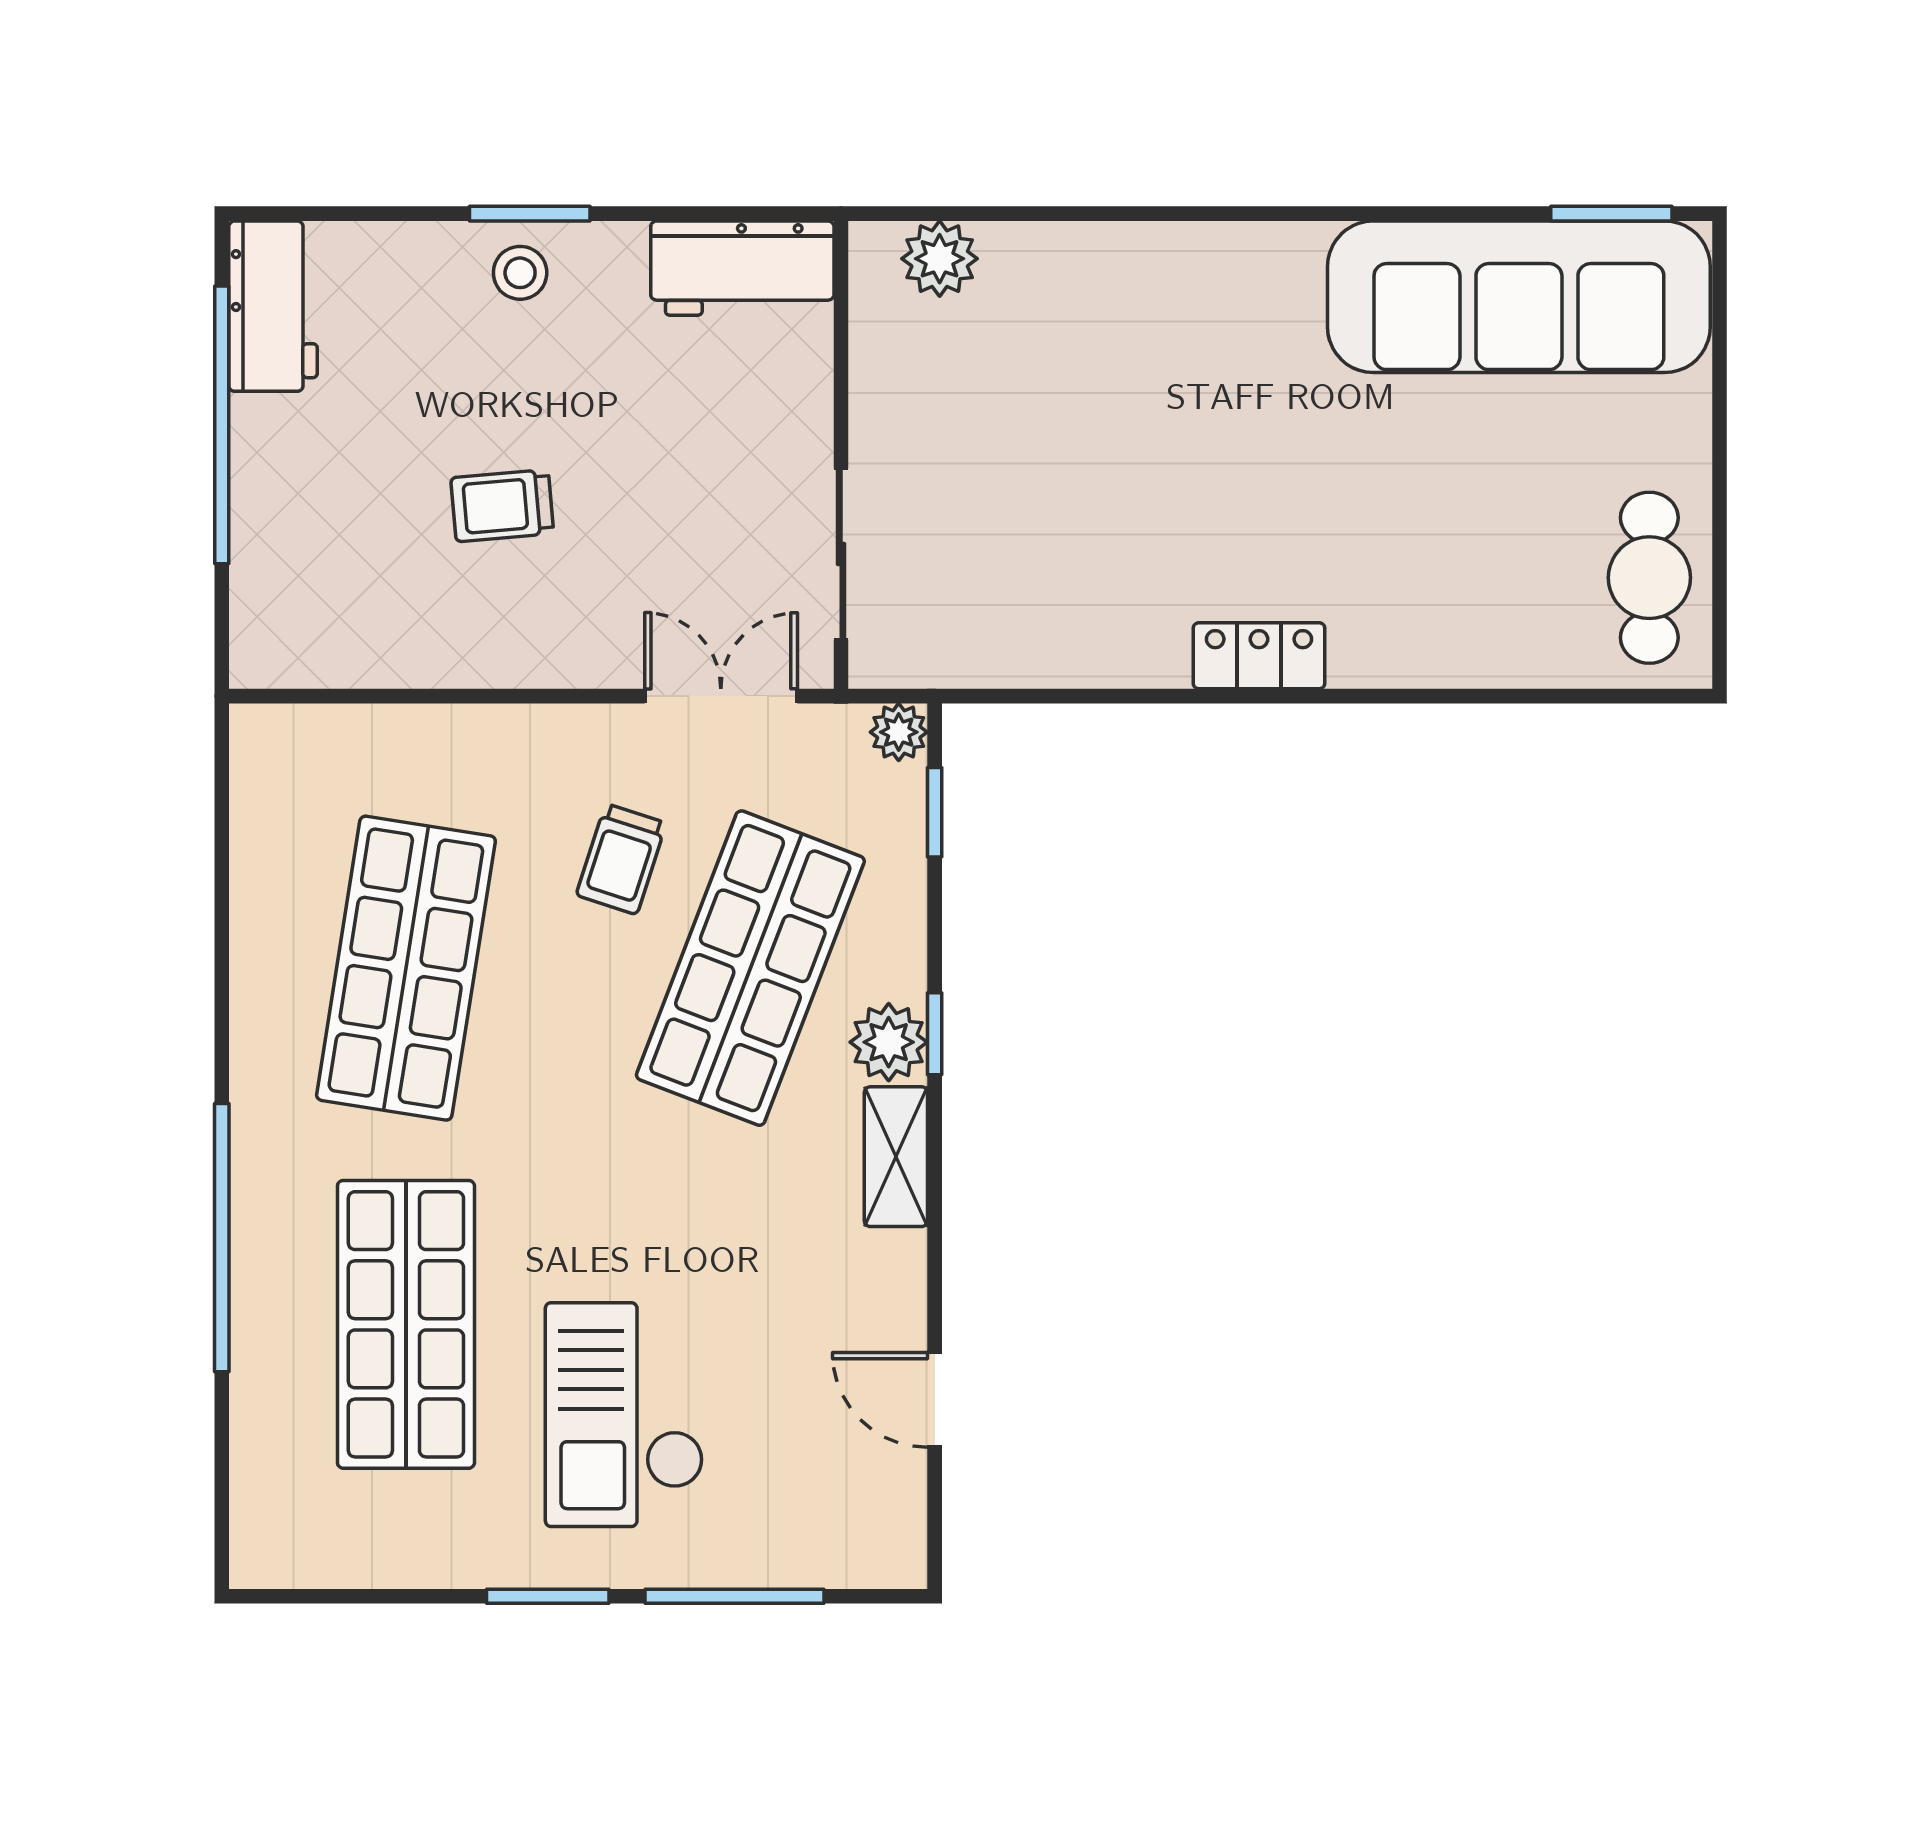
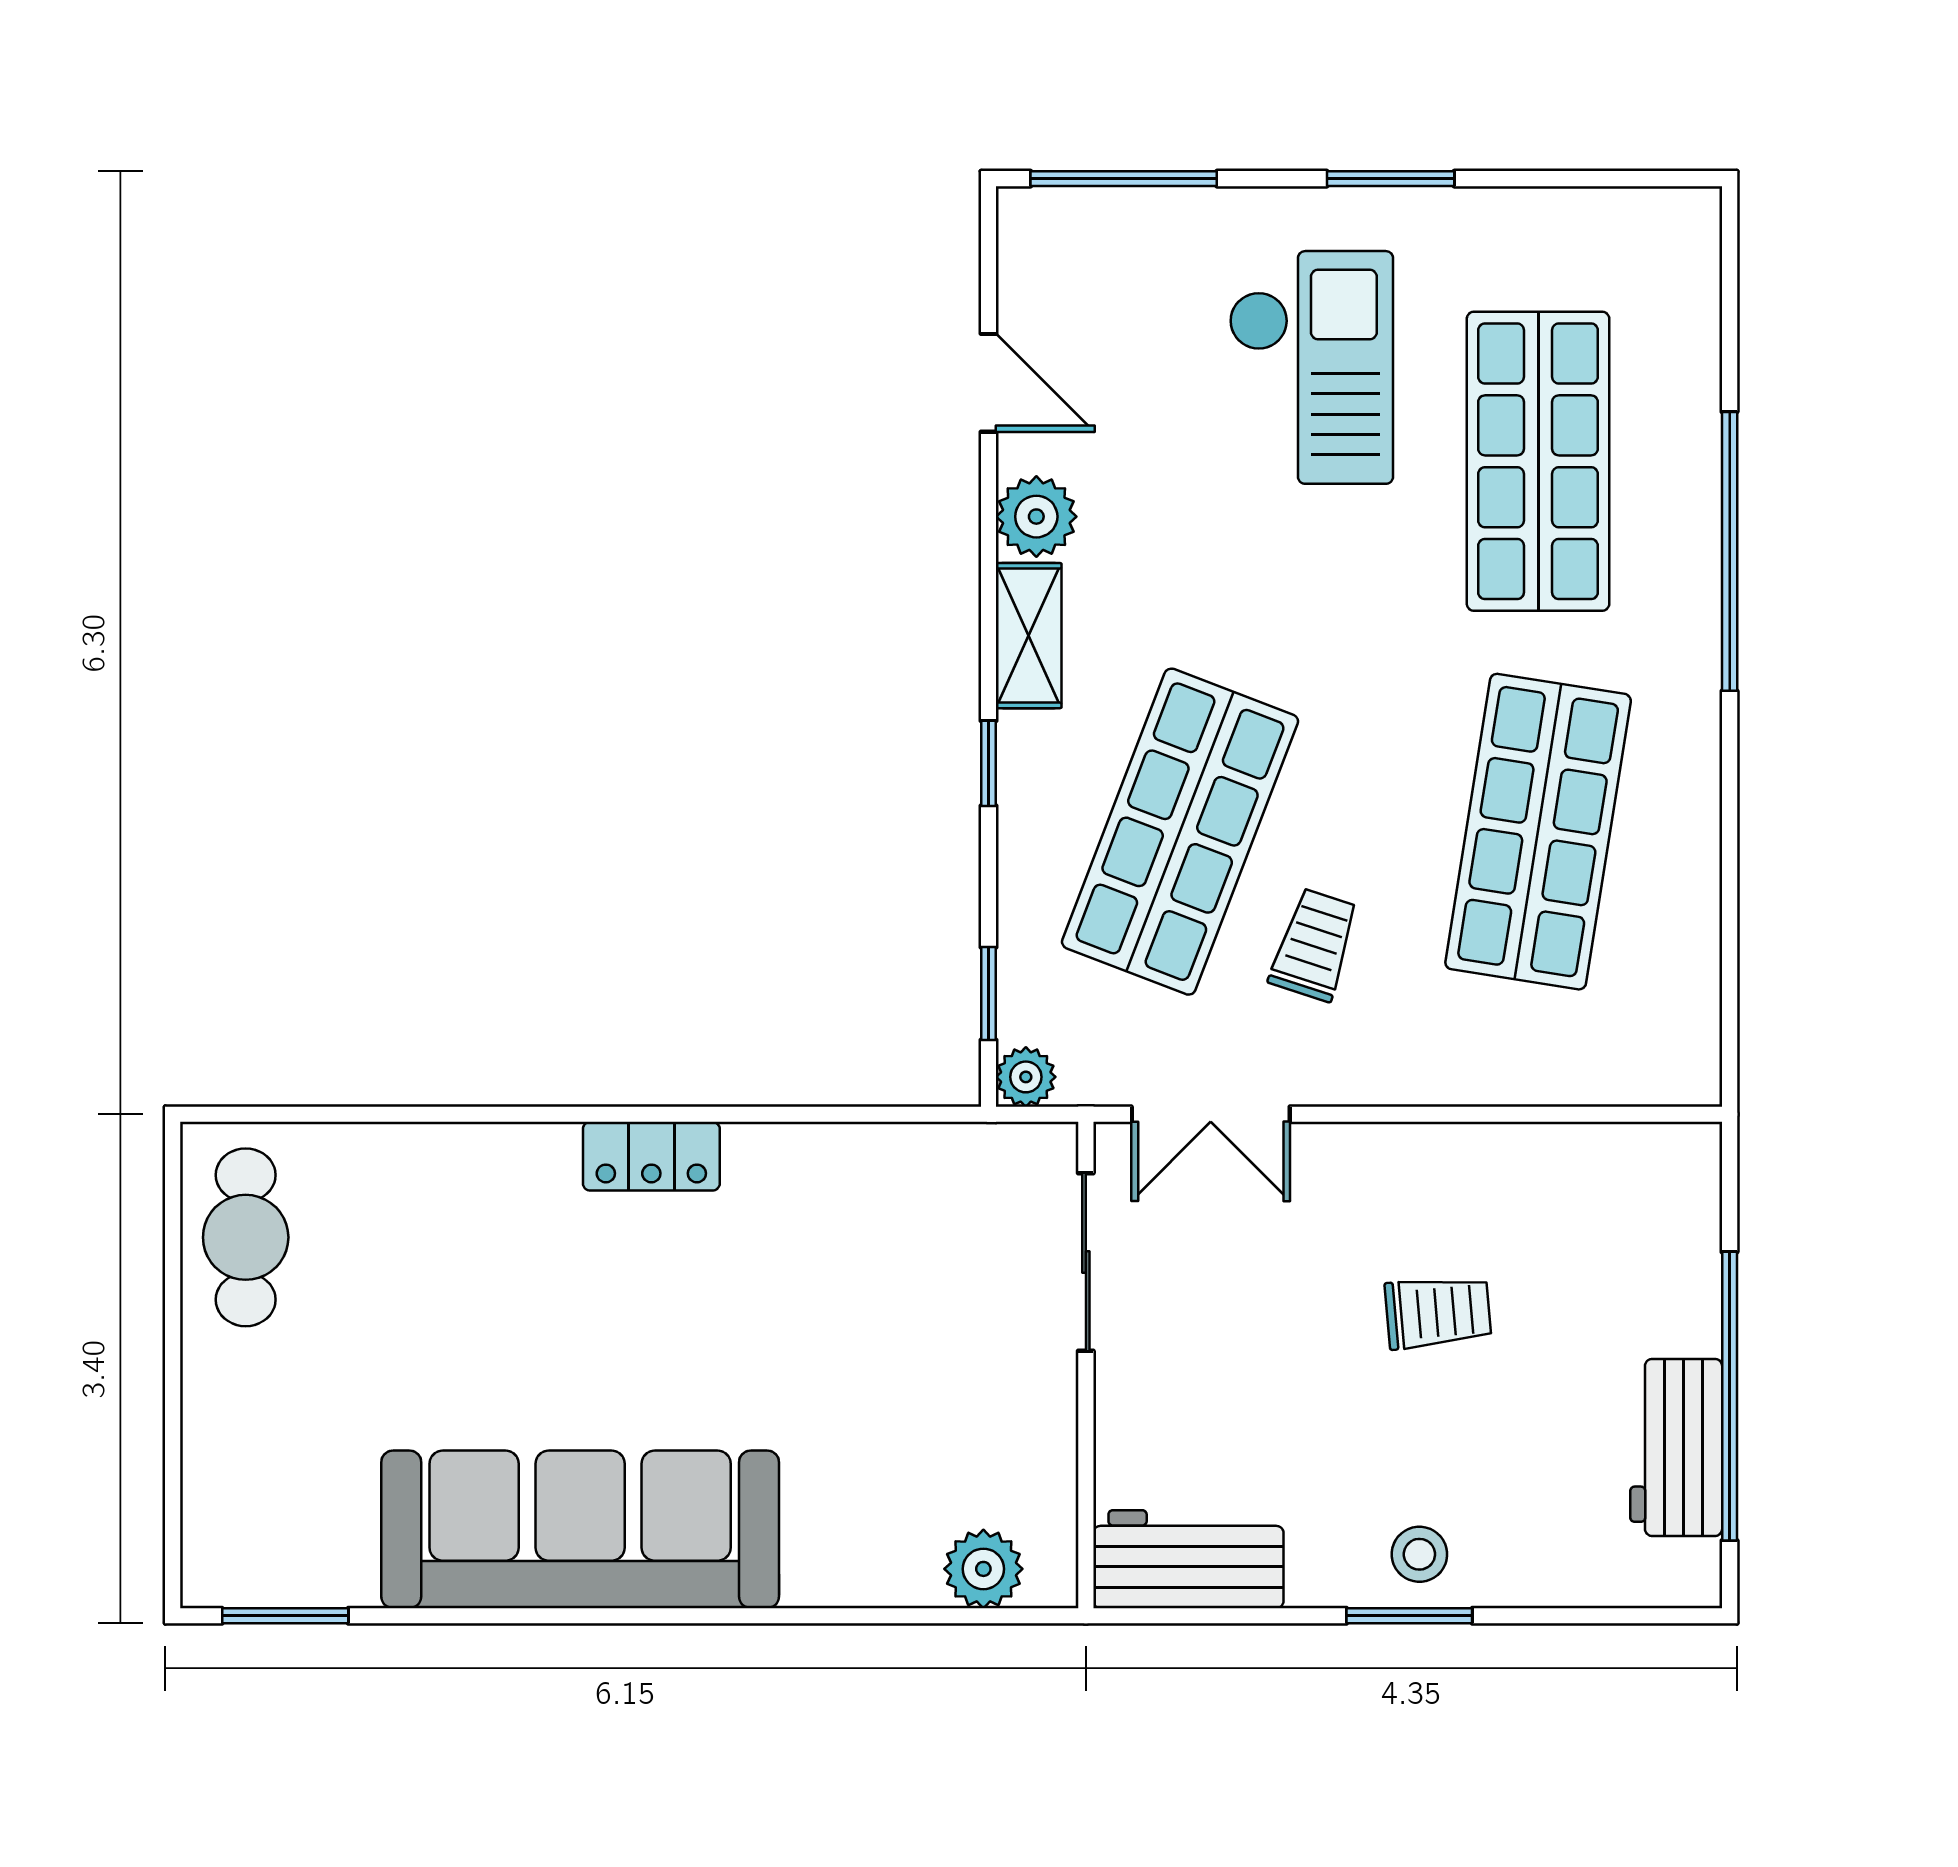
sofa: (1519, 297) -> (580, 1529), moved
workbench: (273, 306) -> (1676, 1447), moved
plant: (889, 1042) -> (1036, 517), moved
window: (735, 1596) -> (1124, 179), moved

